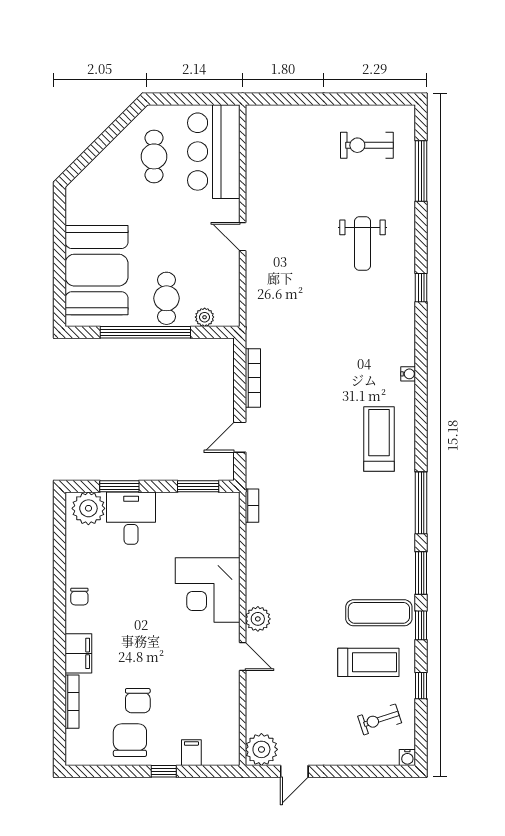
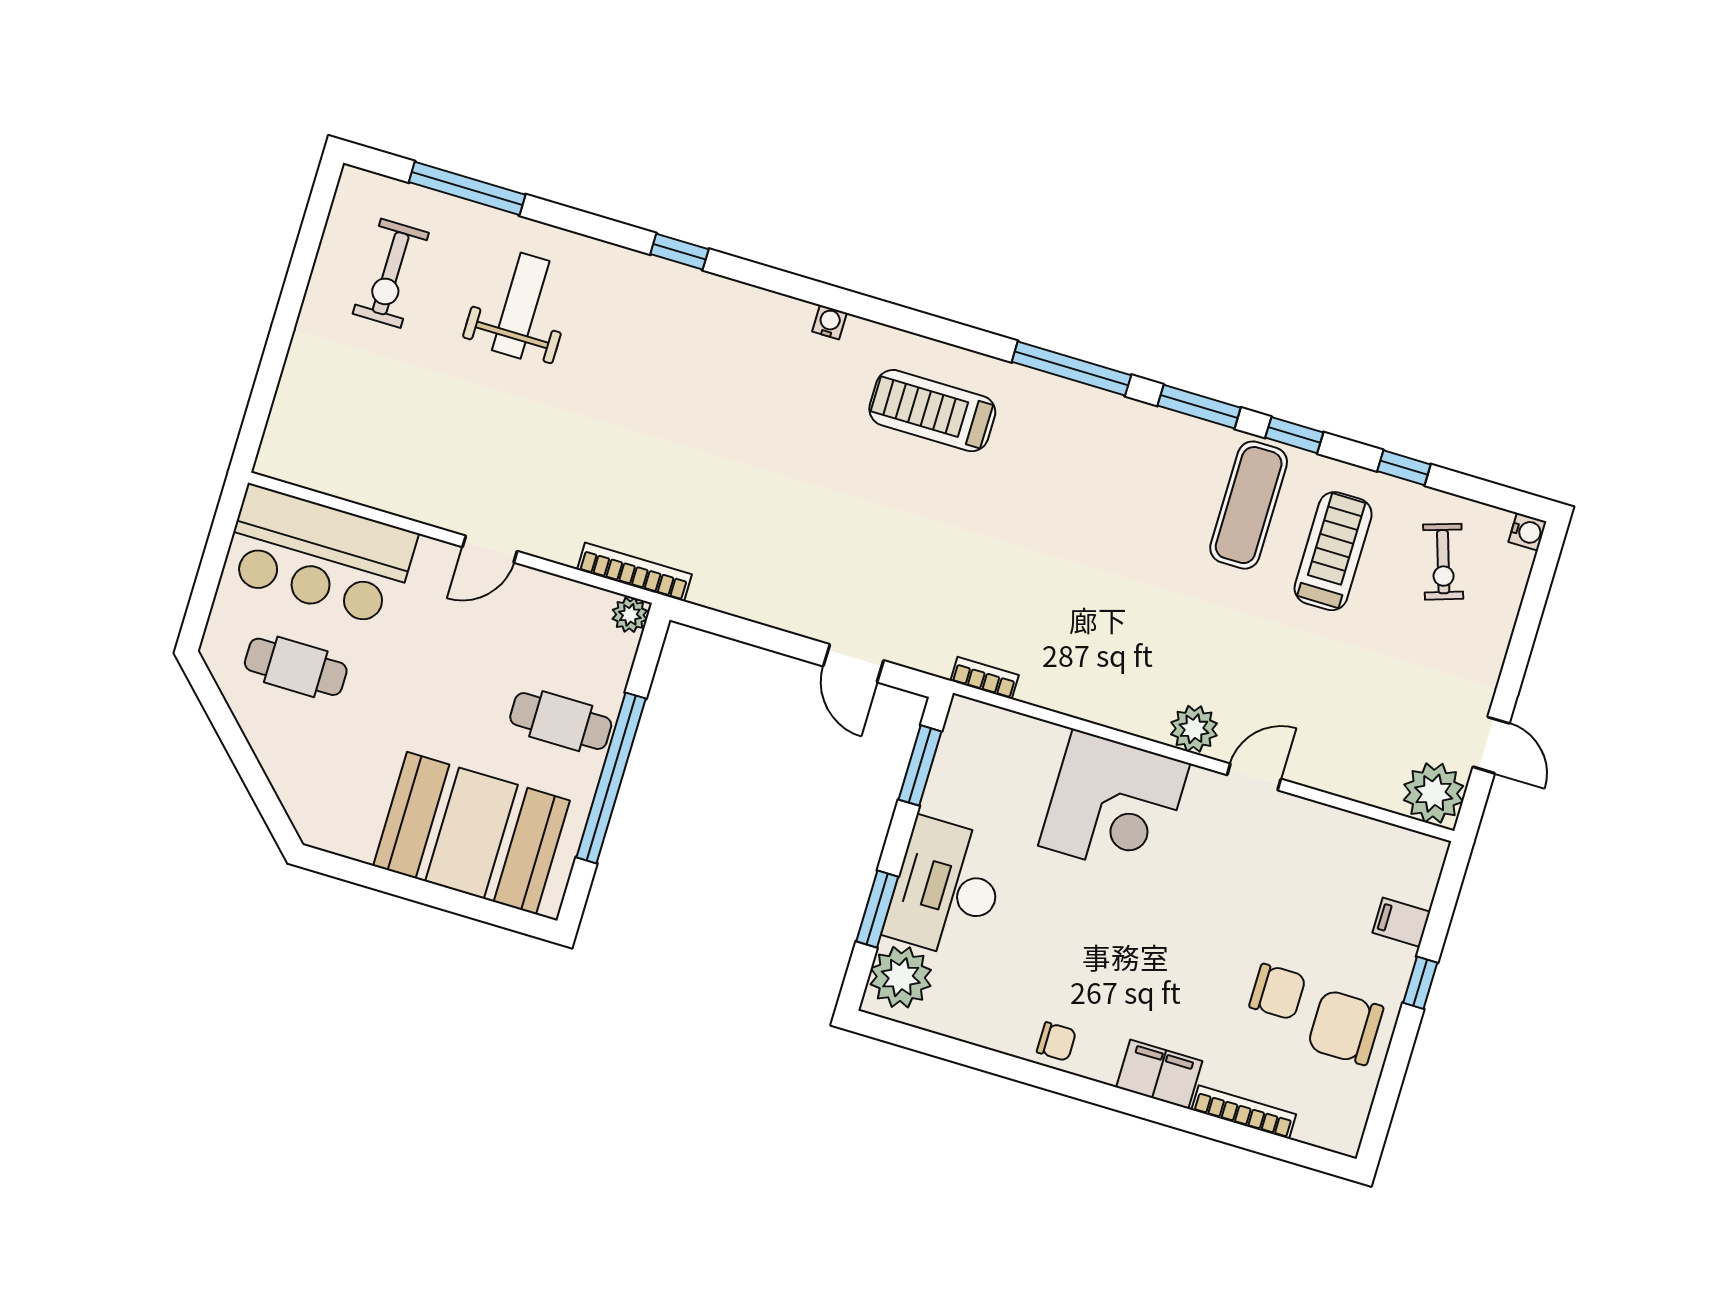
weight bench: (363, 244) -> (521, 306), moved, turned -90
plant: (205, 317) -> (630, 615), moved
bookcase: (253, 378) -> (634, 572), moved
desk: (131, 518) -> (947, 888), width x1.37

